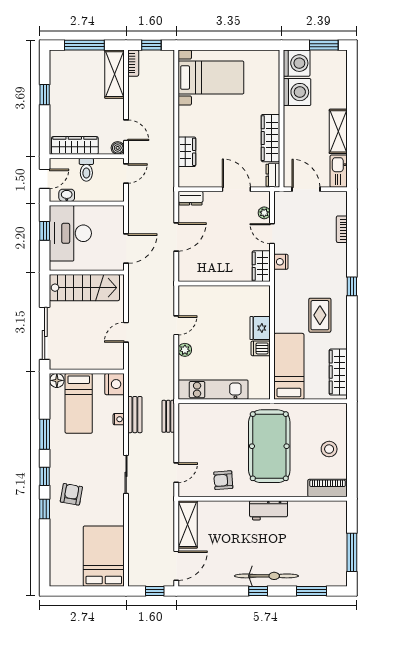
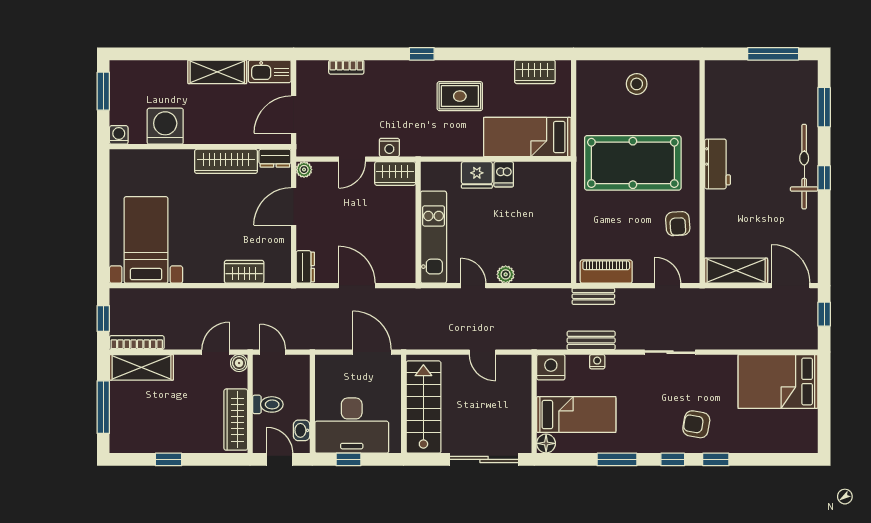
bookcase: (133, 63) -> (137, 343), width x1.56
washing machine: (297, 63) -> (119, 135), width x0.53, depth x0.53
plant: (264, 213) -> (304, 170), moved
wardrobe: (338, 372) -> (535, 72), width x0.67
kitchen unit: (213, 390) -> (434, 237), moved, turned 180
piano: (328, 488) -> (606, 272), moved, turned 90

